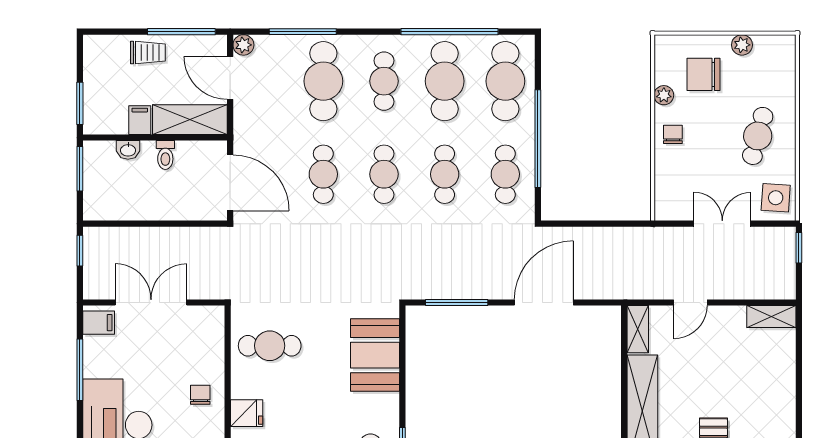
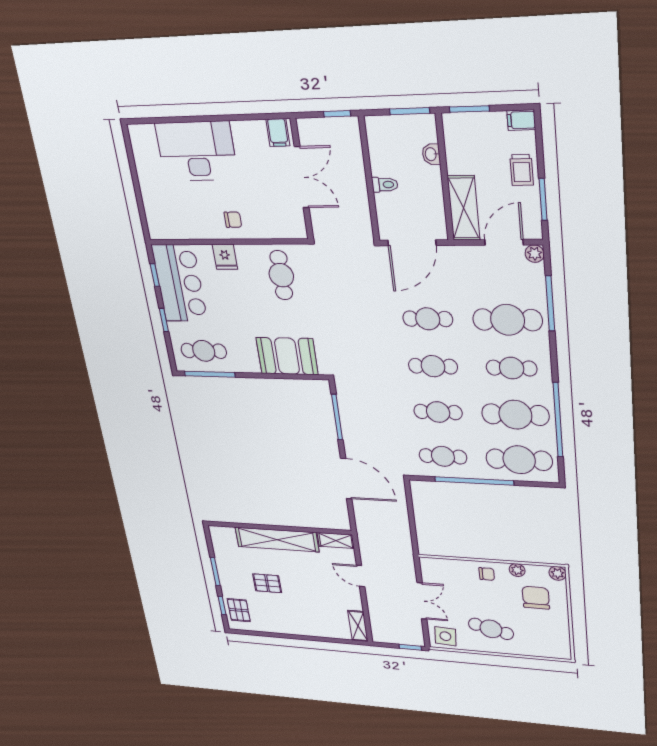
window: (181, 32) -> (543, 199), width x0.69
plant: (742, 45) -> (558, 573), moved
filing cabinet: (140, 120) -> (521, 120), moved, turned 180
toilet: (165, 155) -> (385, 185), moved, turned 180
window: (80, 370) -> (236, 117), removed

